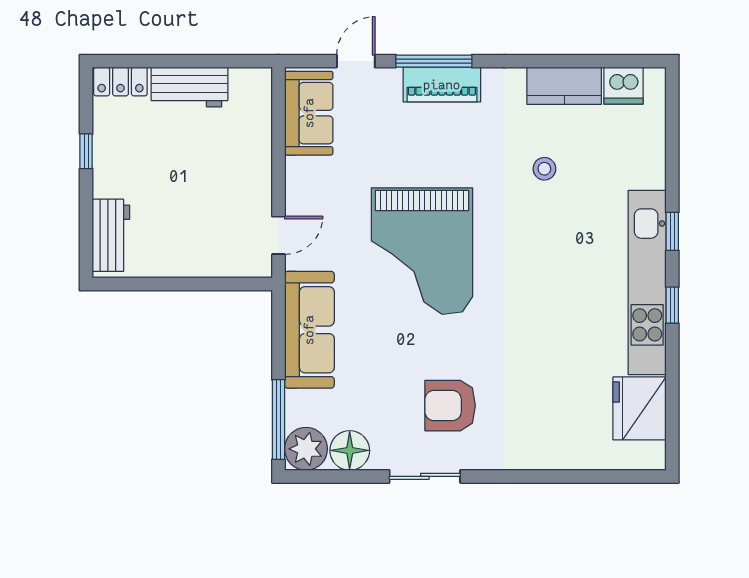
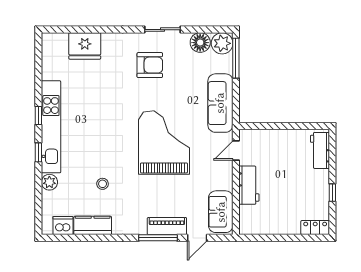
piano: (442, 85) -> (167, 226), moved
workbench: (190, 87) -> (249, 185), moved, turned 90
plant: (650, 172) -> (49, 182), added
fridge: (640, 408) -> (85, 46), moved, turned 90

